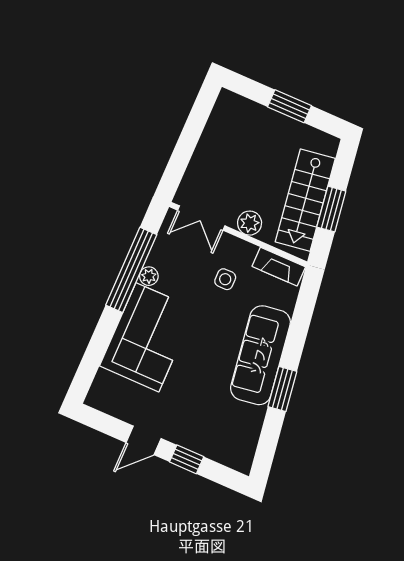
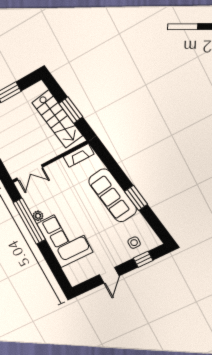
plant: (250, 223) -> (48, 153), removed
side table: (225, 279) -> (134, 243), moved
window: (187, 459) -> (143, 259), moved

